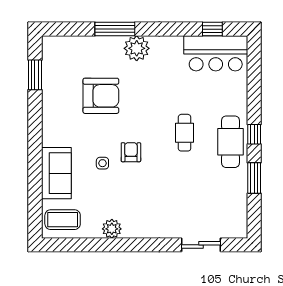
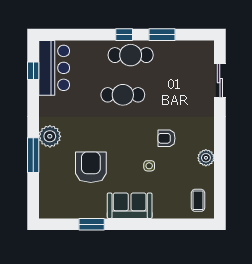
window: (35, 75) -> (92, 224), moved
cafe table: (185, 133) -> (123, 95), width x1.37, depth x1.35
armchair: (131, 152) -> (166, 138), moved
sofa: (56, 173) -> (130, 206), moved
coffee table: (63, 220) -> (198, 200), width x0.73, depth x0.77

